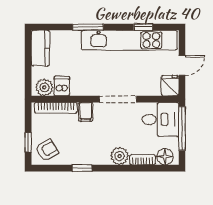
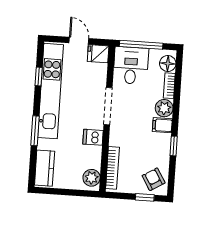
kitchen counter: (40, 48) -> (45, 168), moved, turned 90
dishwasher: (62, 86) -> (93, 137), moved
filing cabinet: (86, 112) -> (162, 125), moved, turned 180

